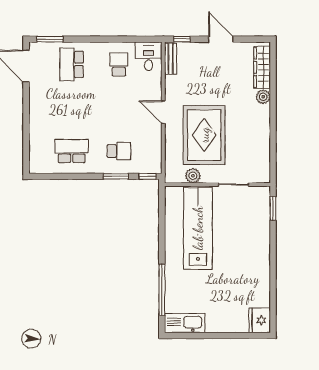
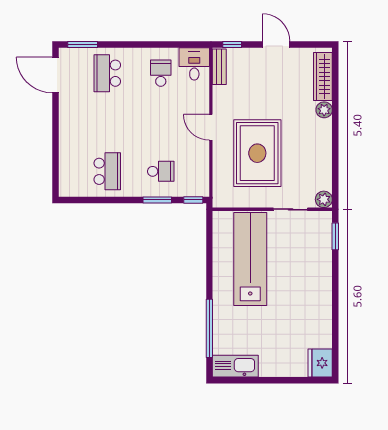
school desk: (72, 151) -> (107, 171), turned 90
plant: (193, 176) -> (324, 199), moved

